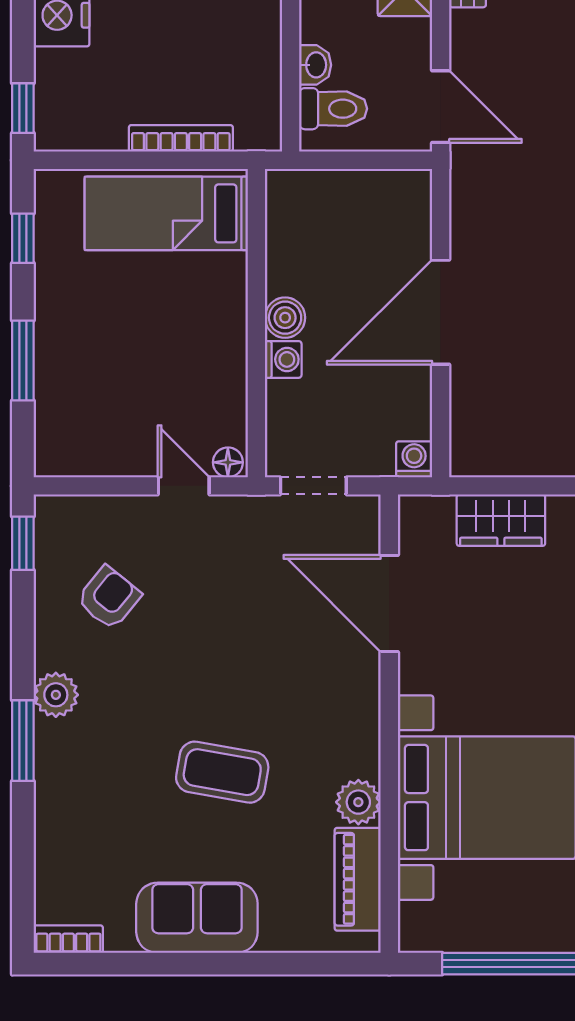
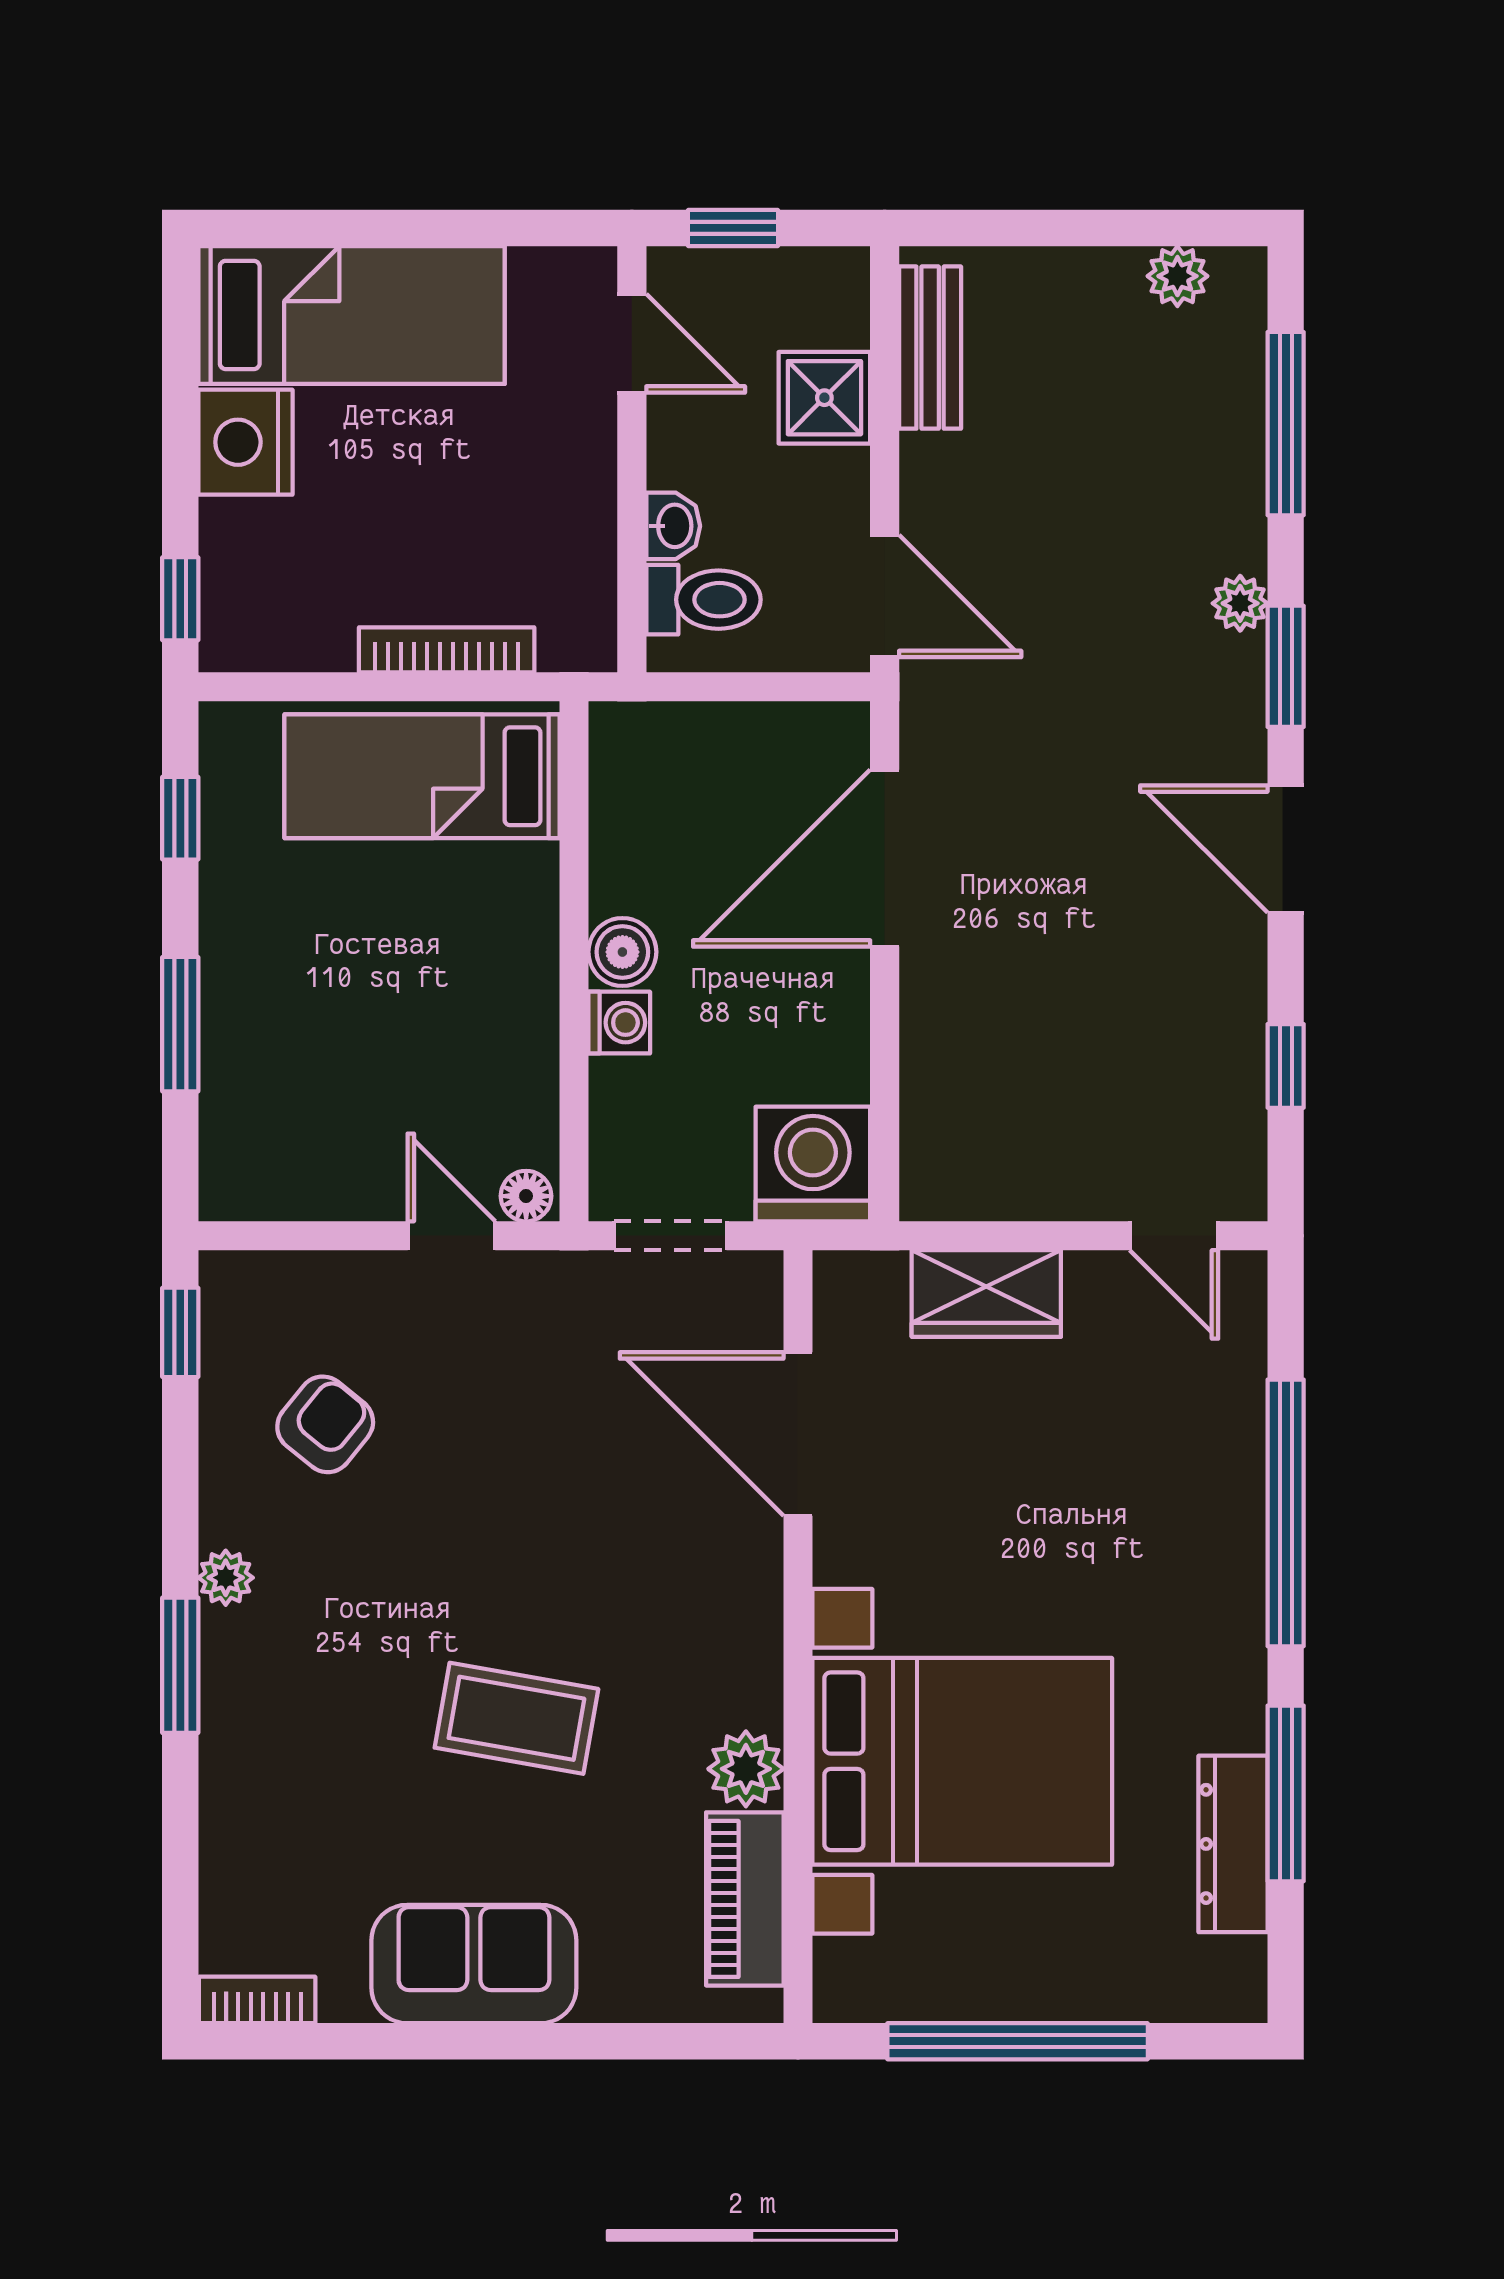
door: (441, 312) -> (885, 858), moved
washing machine: (414, 459) -> (813, 1164), width x1.89, depth x1.89
plant: (56, 695) -> (226, 1578), width x0.73, depth x0.73

